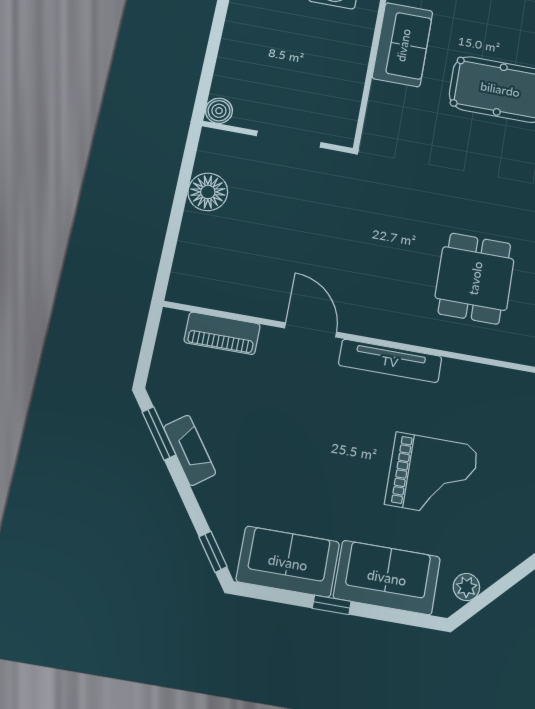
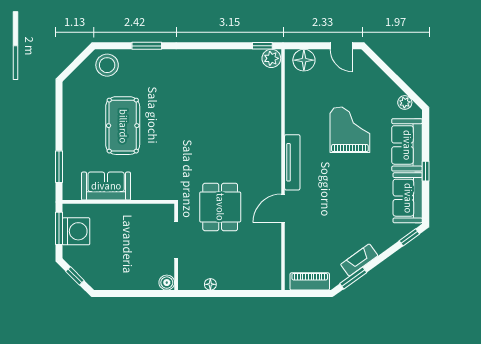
floor lamp: (208, 192) -> (210, 284), width x0.53, depth x0.53
dining table: (475, 278) -> (220, 207), moved, turned 90
piano: (222, 333) -> (310, 281), moved, turned -90

